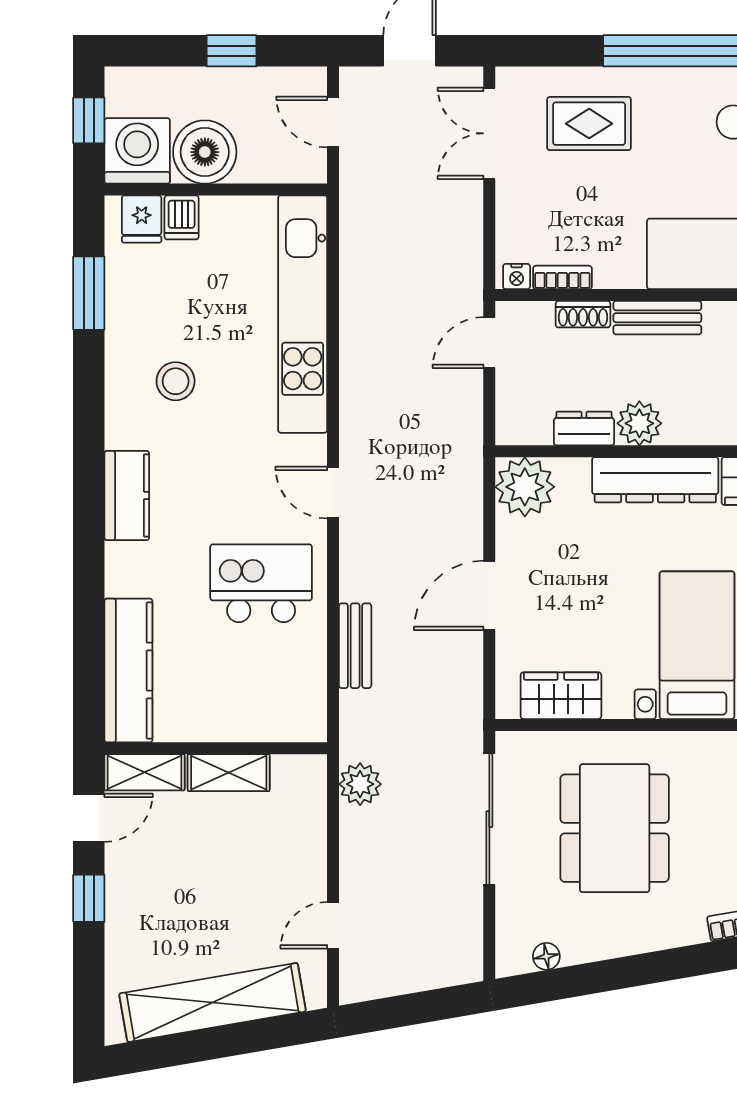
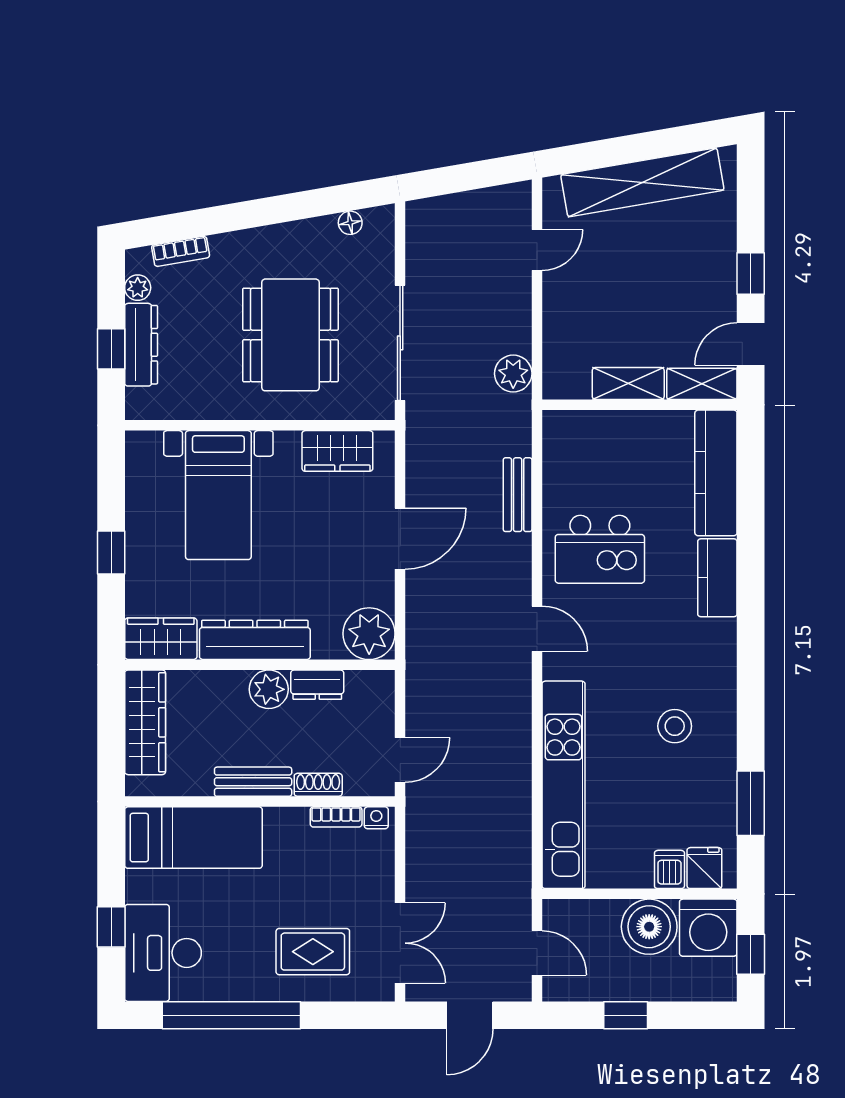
kitchen counter: (127, 495) -> (717, 578), moved

